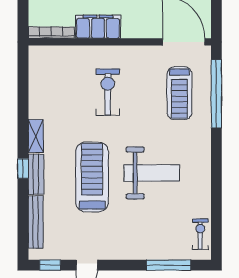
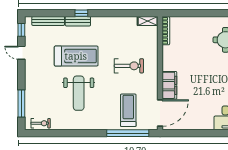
filing cabinet: (98, 27) -> (169, 85), moved
treadmill: (179, 93) -> (128, 110), turned 90
shelving: (36, 136) -> (148, 21), moved

